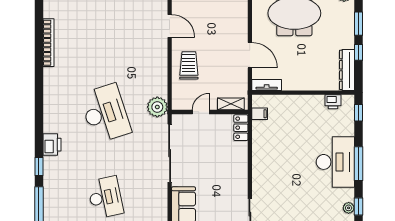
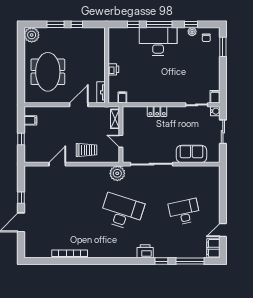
trolley: (189, 65) -> (86, 150), turned 180
dresser: (347, 70) -> (90, 33), removed
printer: (333, 102) -> (113, 69), moved
desk: (105, 113) -> (122, 212), turned 36
window: (358, 113) -> (133, 24), moved
locker: (241, 128) -> (157, 111), moved

